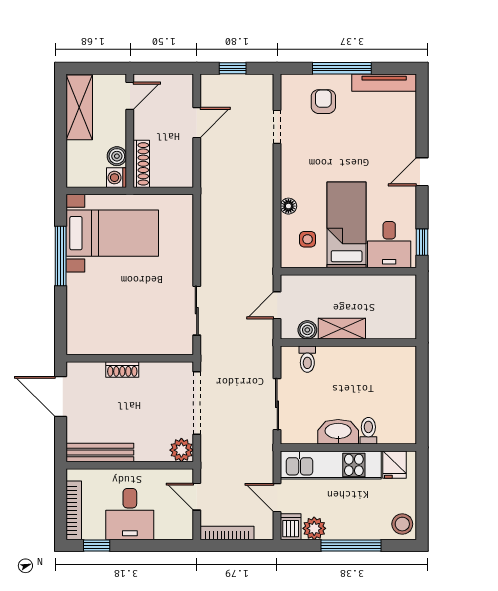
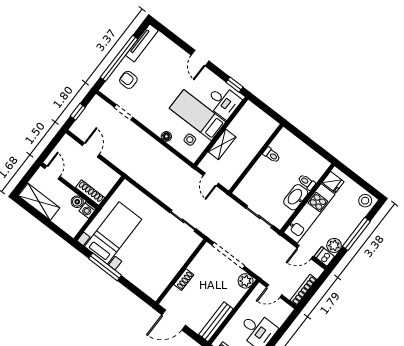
window: (342, 68) -> (119, 58), width x1.46
shelving: (342, 329) -> (222, 144), moved
boiler: (307, 330) -> (234, 174), removed
toilet: (307, 359) -> (272, 155), moved

